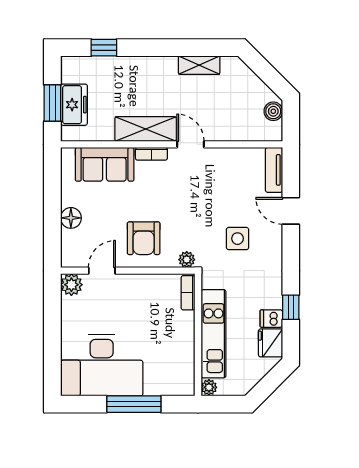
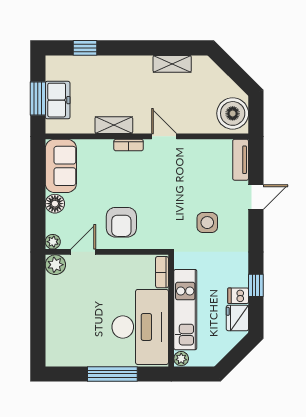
boiler: (273, 111) -> (233, 113), width x1.86, depth x1.86
shelving: (146, 129) -> (114, 125), width x0.67, depth x0.75
sofa: (105, 164) -> (61, 166), moved, turned -90
door: (291, 211) -> (256, 197), swing flipped
plant: (187, 260) -> (53, 242), moved
desk: (102, 365) -> (140, 327), moved, turned -90

